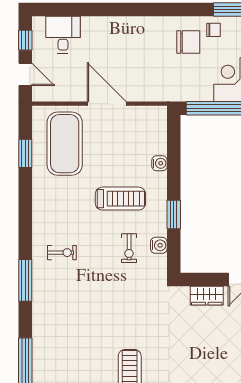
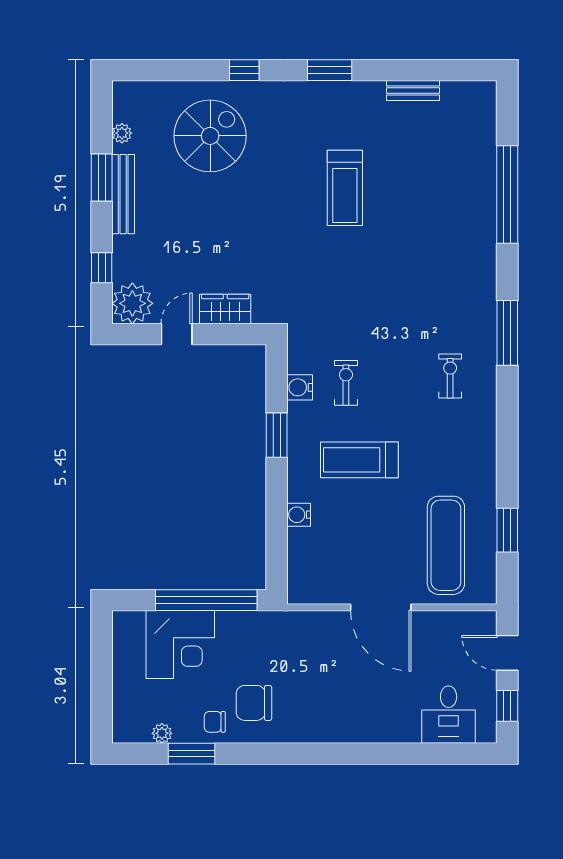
exercise mat: (65, 144) -> (446, 545), width x0.68
exercise bike: (62, 253) -> (450, 376), turned 90

